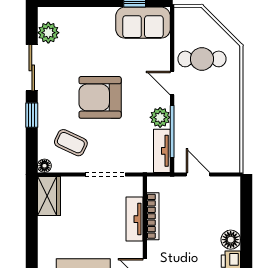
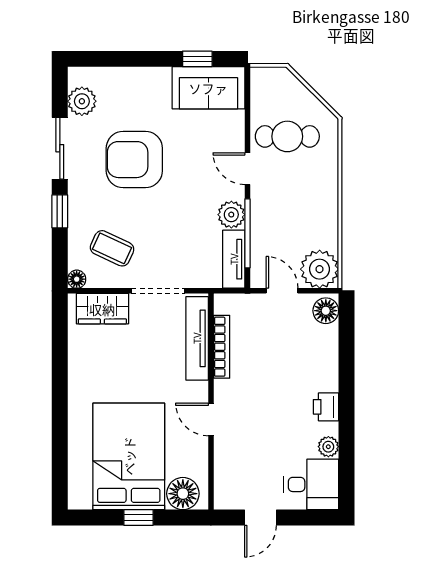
armchair: (100, 97) -> (134, 160), moved
plant: (226, 158) -> (320, 269), added
wardrobe: (49, 196) -> (102, 309), moved, turned 90
tv unit: (134, 219) -> (197, 338), width x1.41
floor lamp: (231, 240) -> (326, 311), moved

